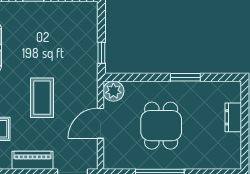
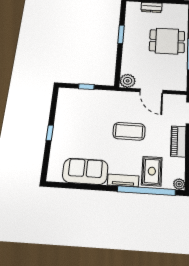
window: (101, 53) -> (86, 87), moved
dining table: (161, 126) -> (167, 41), moved

